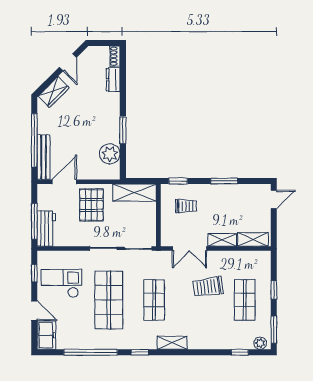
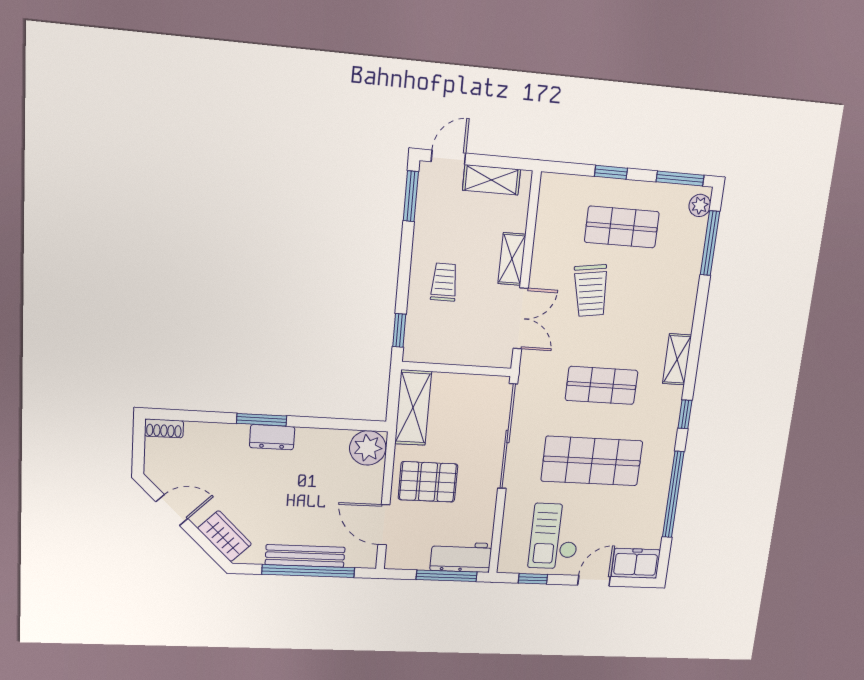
dresser: (113, 80) -> (272, 437), moved
window: (123, 130) -> (262, 420), moved
plant: (110, 154) -> (368, 448), moved
bench: (43, 157) -> (305, 556), moved
window: (224, 181) -> (411, 196), moved
door: (274, 199) -> (448, 157), hinge flipped
trolley: (186, 206) -> (444, 282), moved
shelving: (253, 239) -> (492, 180), moved, turned 90
window: (240, 352) -> (710, 243), width x2.17

